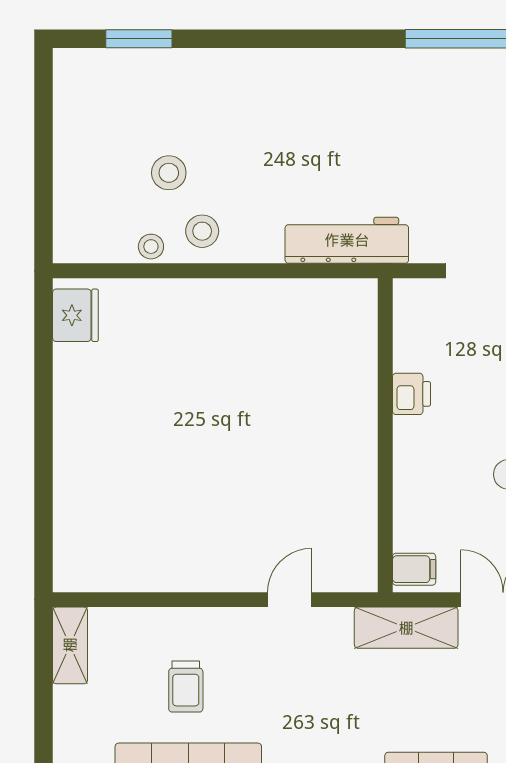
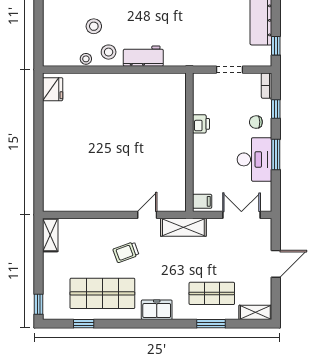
workbench: (347, 240) -> (143, 56), moved, width x0.73
shelving: (406, 628) -> (183, 227), moved
trolley: (186, 687) -> (126, 252), moved, turned 70

